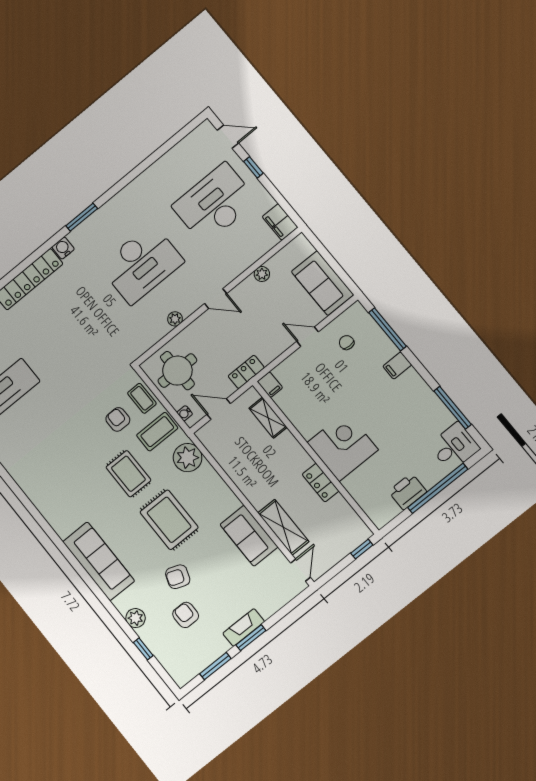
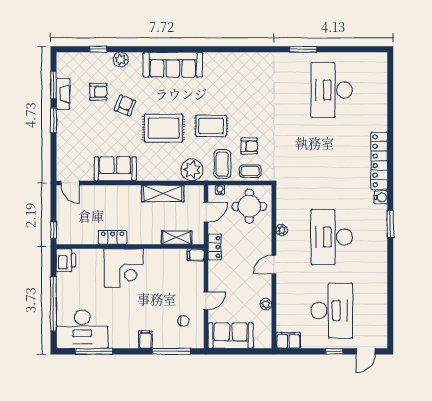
desk: (454, 447) -> (82, 329), width x1.87, depth x1.30
printer: (408, 492) -> (66, 260), moved
shelving: (283, 527) -> (163, 193), moved
fireplace: (244, 627) -> (63, 94), moved

